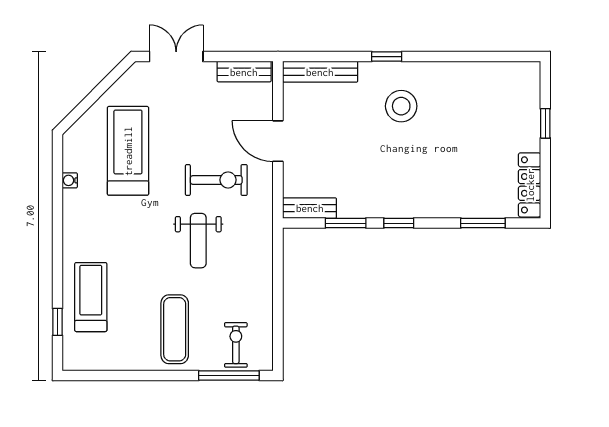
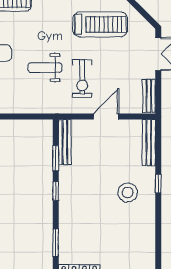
bench: (310, 208) -> (65, 142), width x1.36

